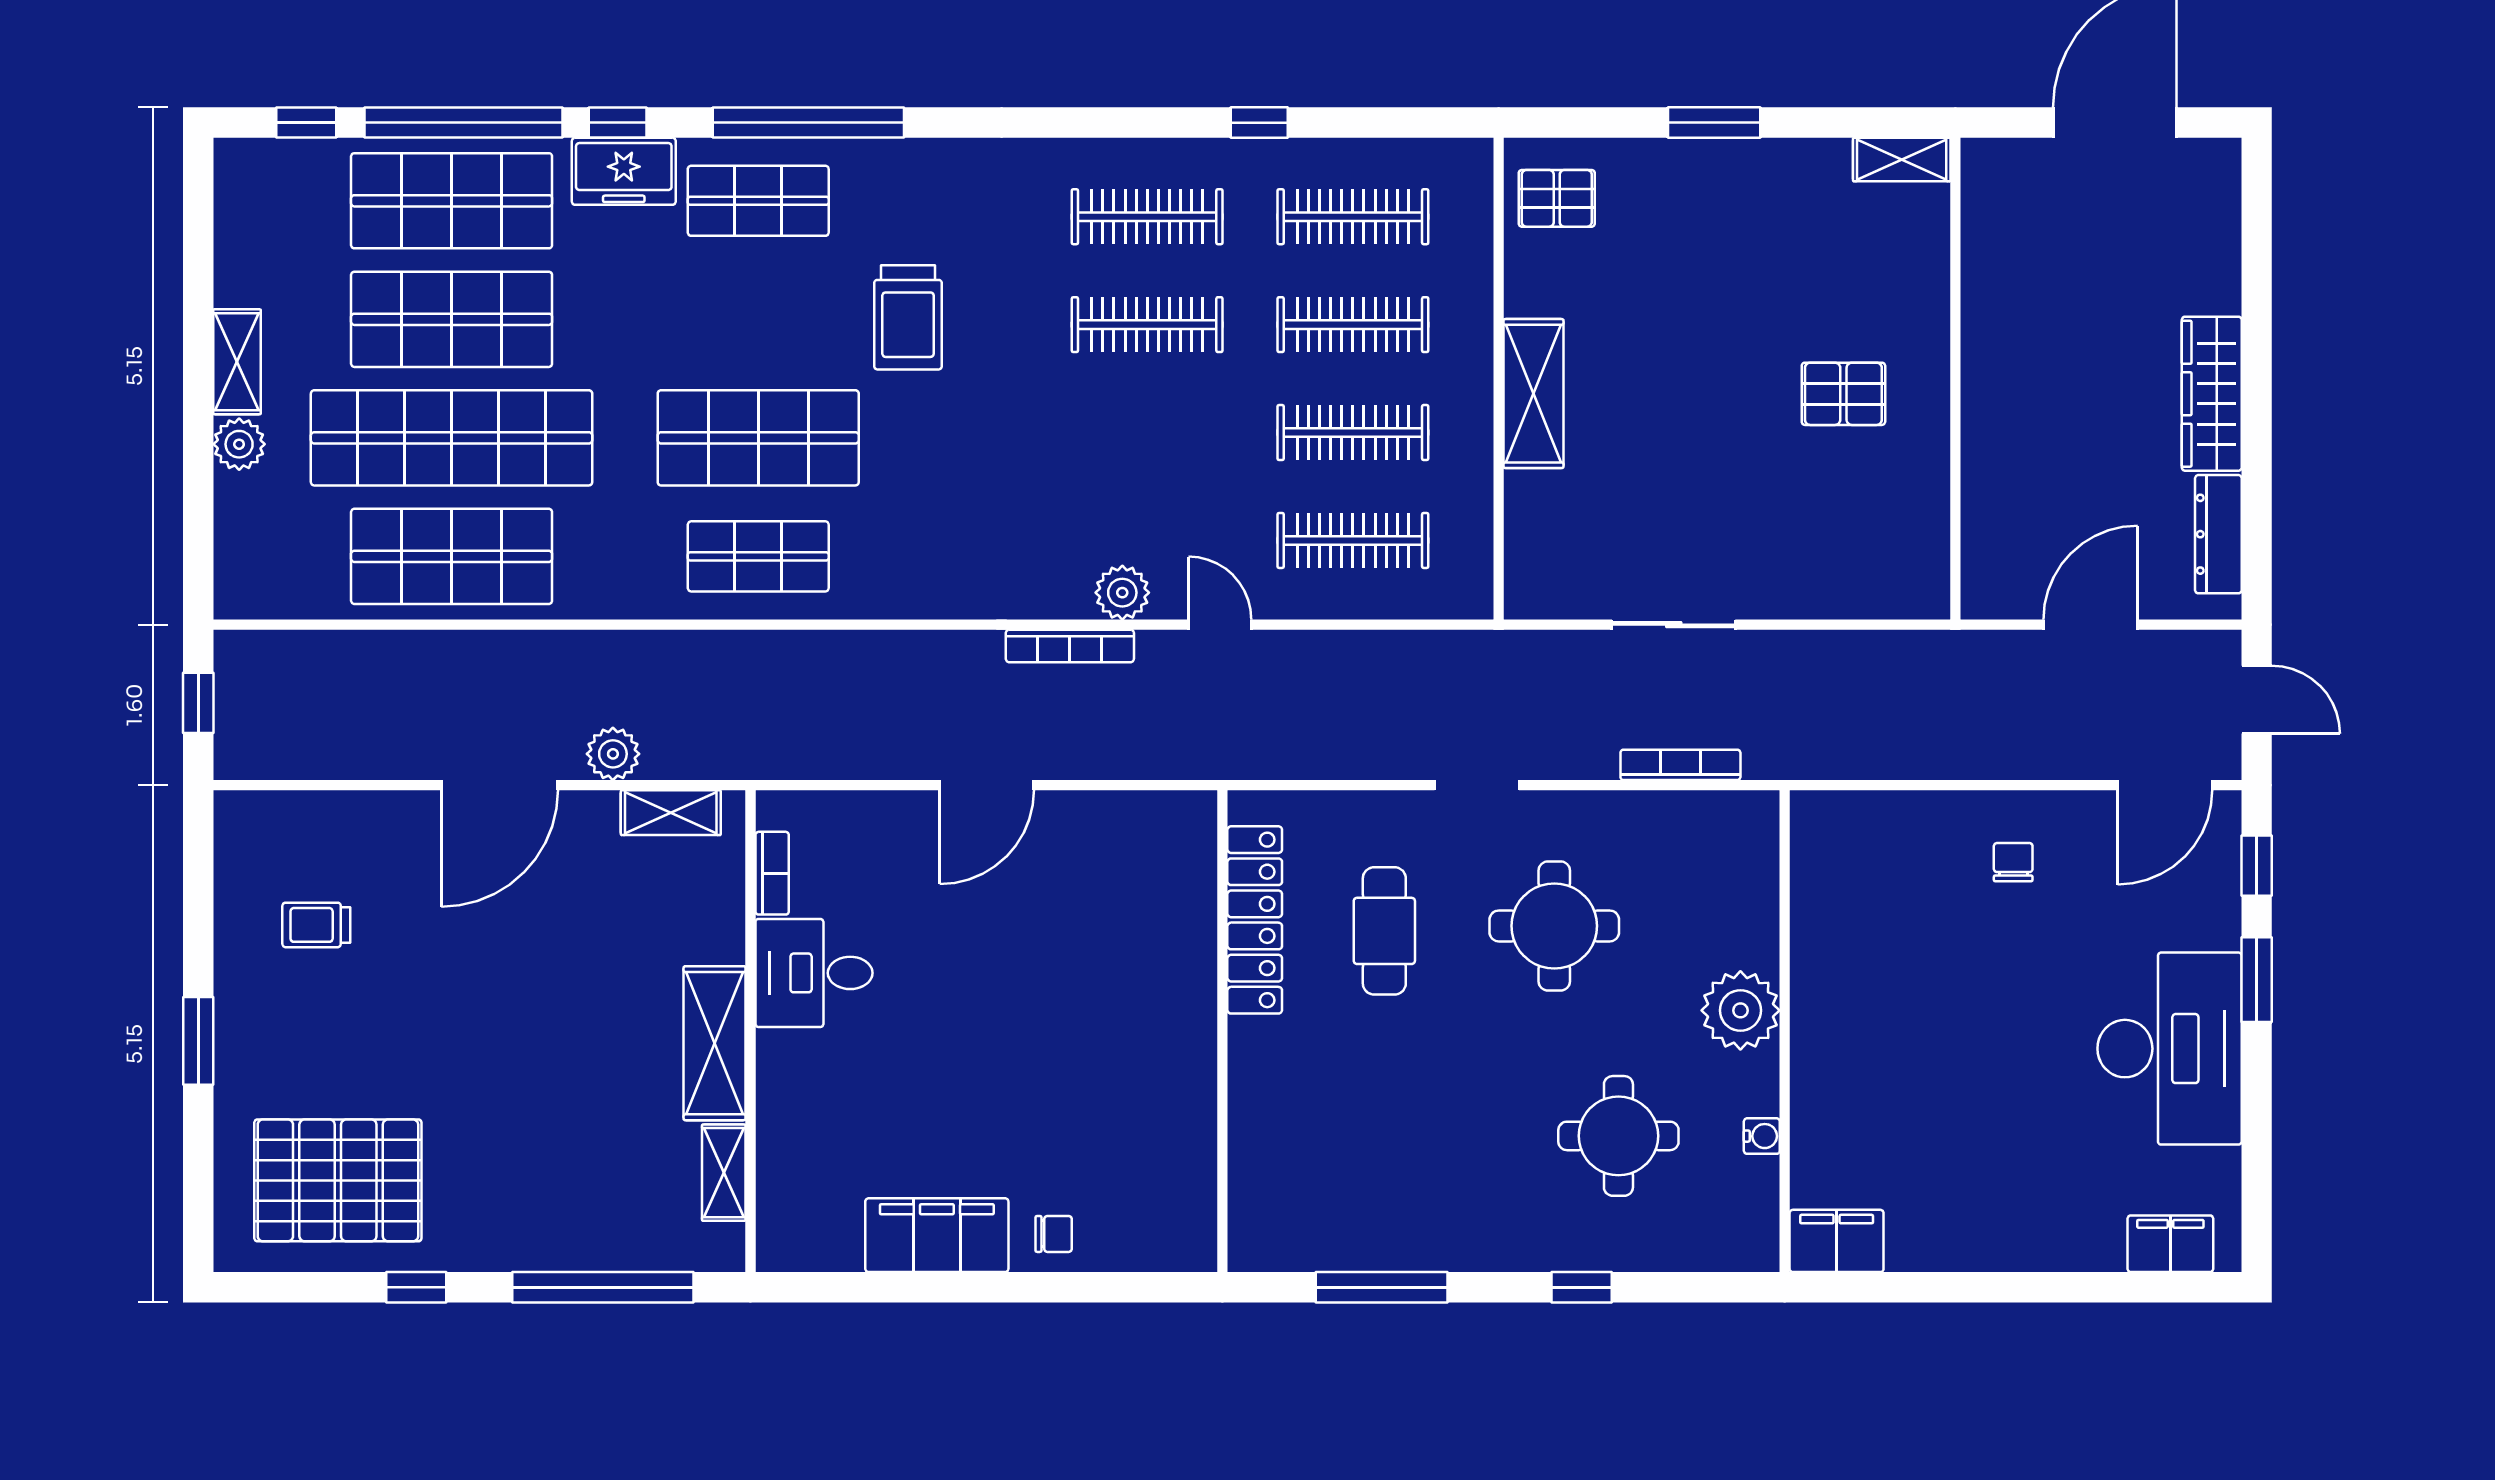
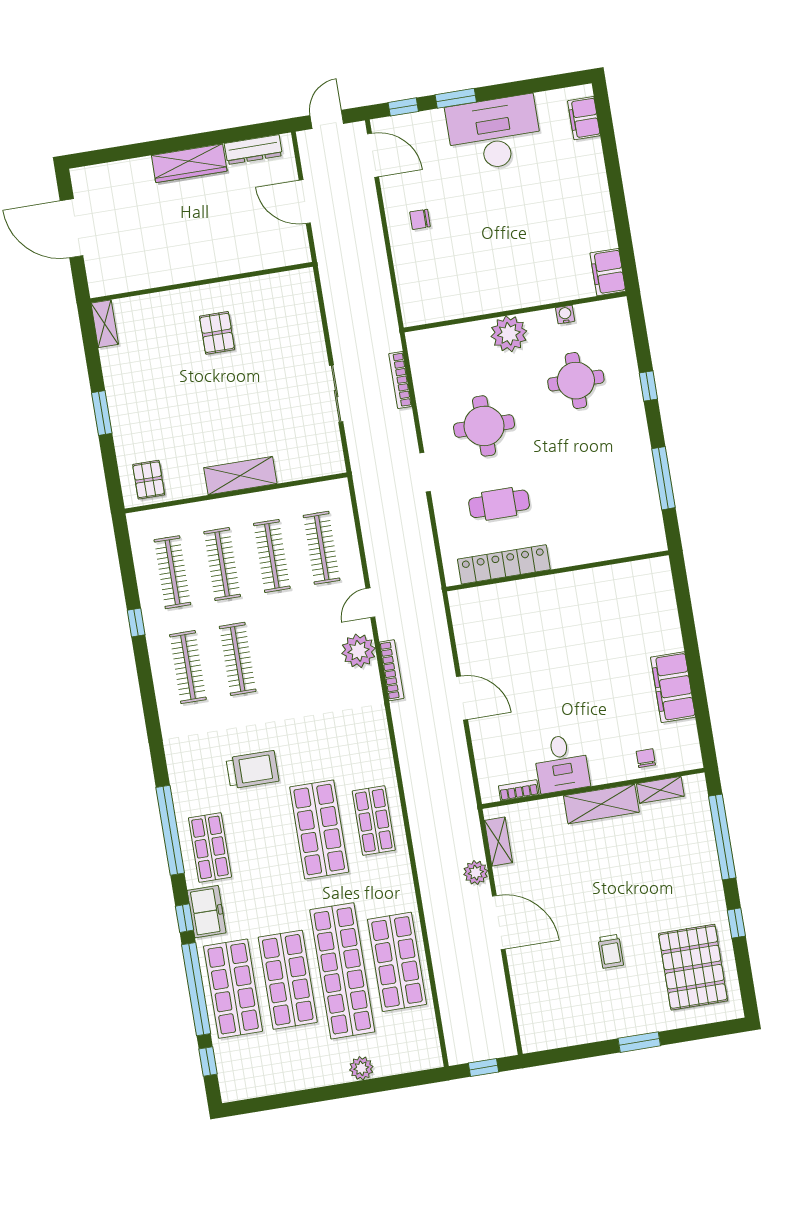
shelving: (237, 362) -> (323, 1075), removed
plant: (1122, 593) -> (359, 651), width x1.36, depth x1.36
trolley: (316, 925) -> (611, 951), moved
chair: (1054, 1234) -> (646, 758), moved

